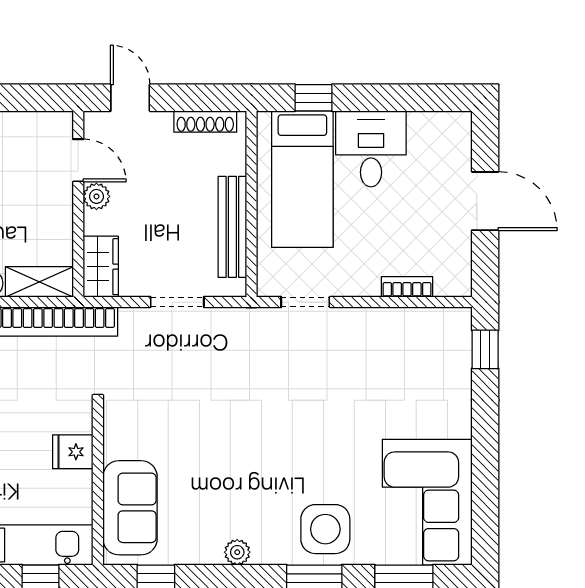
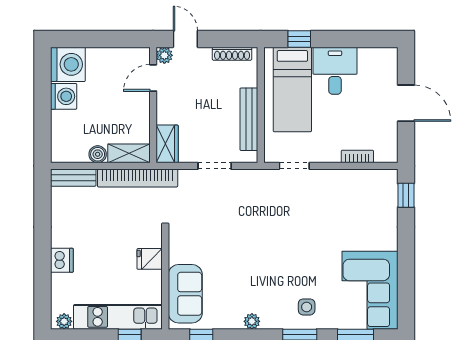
door: (78, 160) -> (153, 78), swing flipped
plant: (96, 196) -> (164, 55), moved
side table: (325, 529) -> (307, 307), width x0.54, depth x0.54

